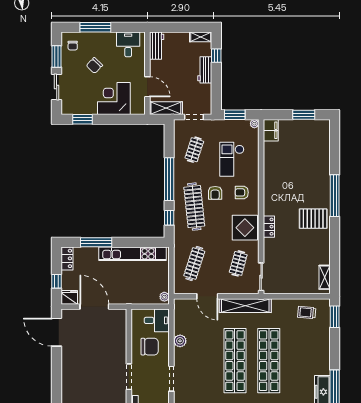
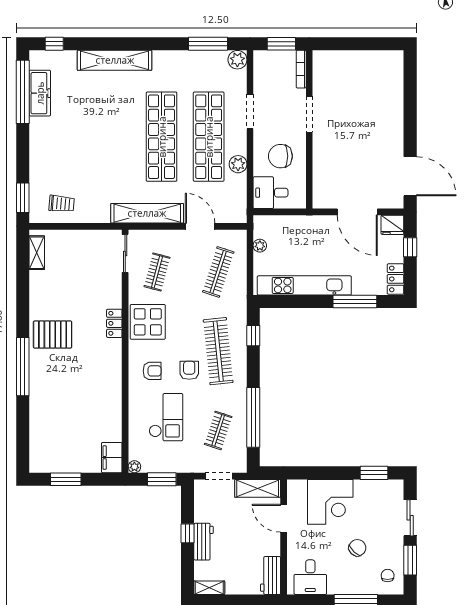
window: (216, 56) -> (188, 533), moved
window: (169, 179) -> (253, 417), moved
plant: (164, 297) -> (260, 246), moved
shop shelf: (269, 361) -> (209, 137), moved

